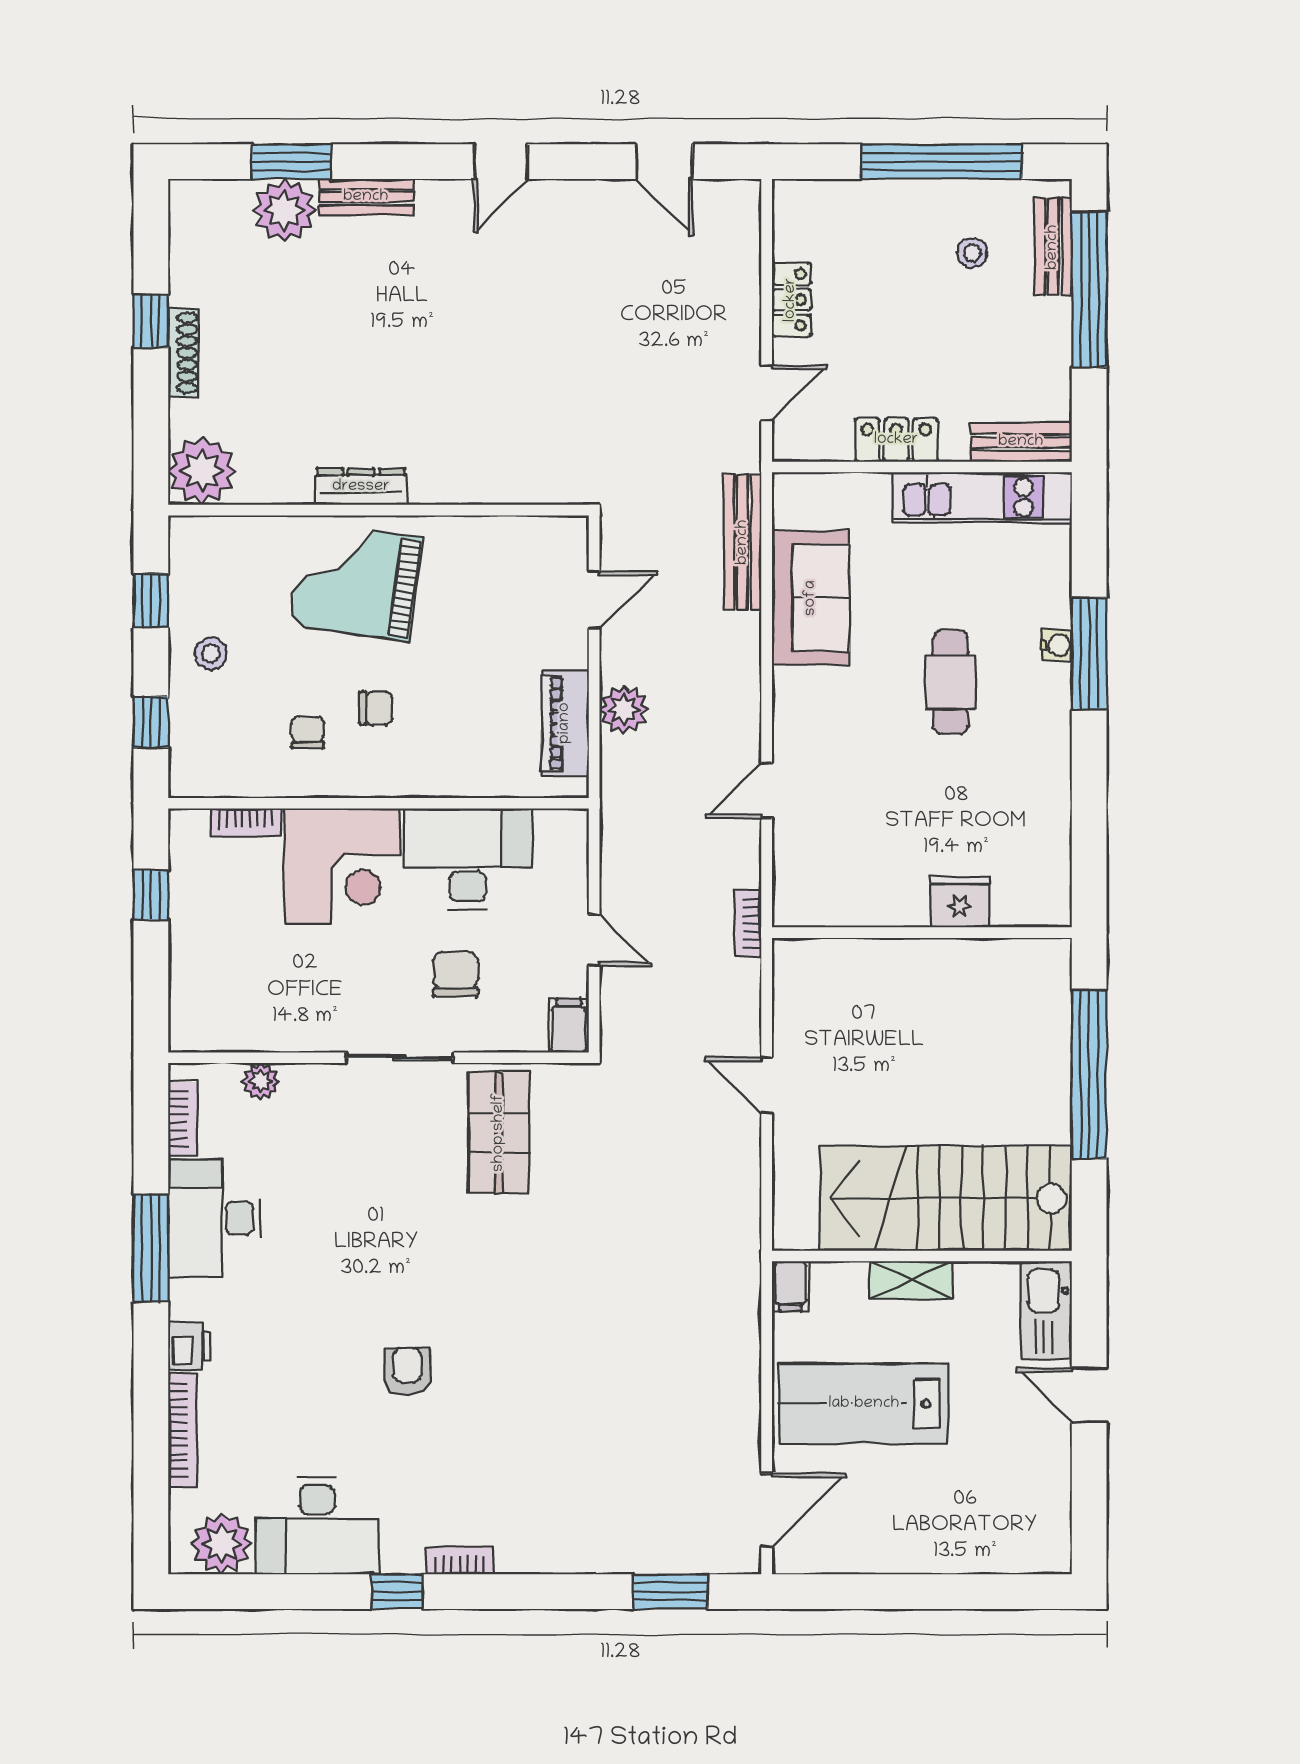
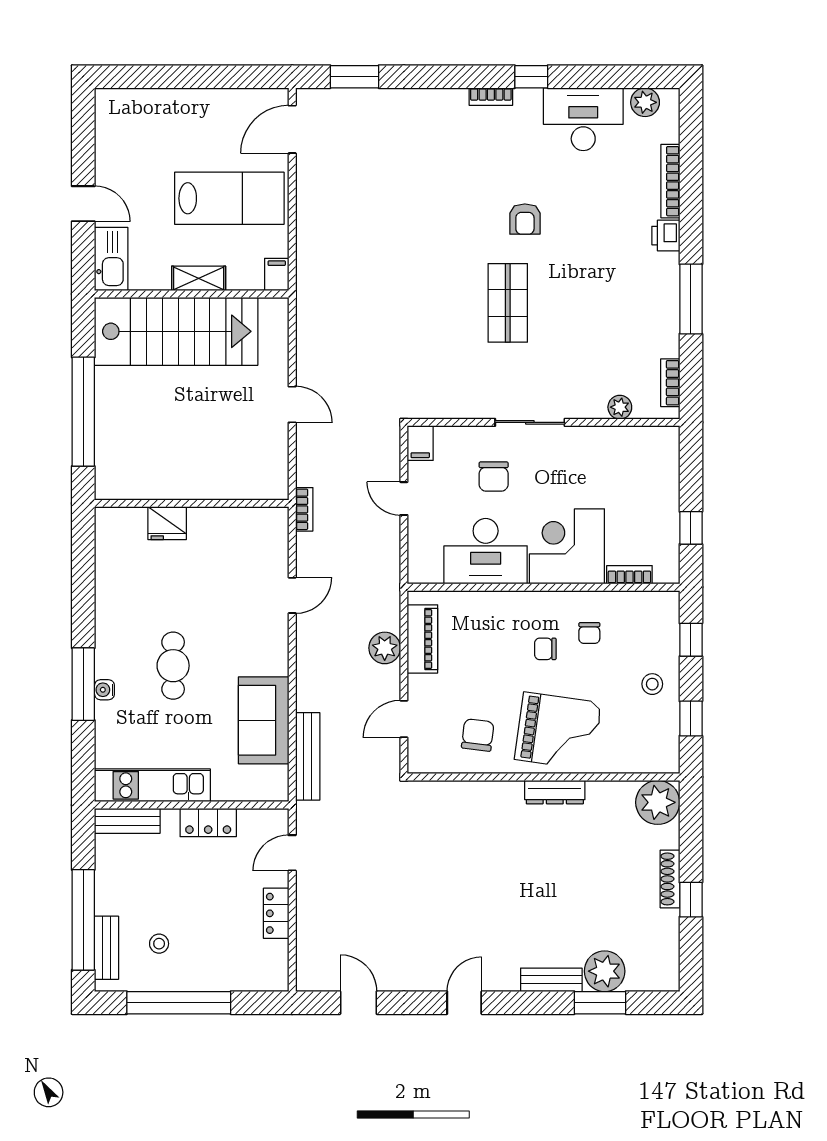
chair: (480, 575) -> (478, 735), added
shop shelf: (499, 1132) -> (508, 303), moved
desk: (214, 1218) -> (650, 318), removed
plant: (222, 1544) -> (645, 102), width x0.73, depth x0.73

